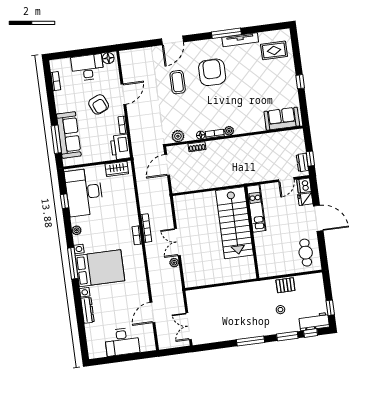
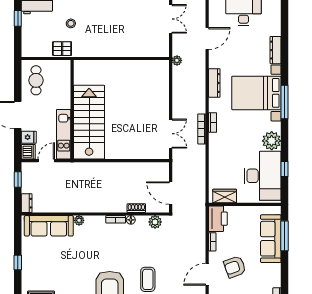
armchair: (99, 104) -> (235, 267), turned -87
sofa: (282, 119) -> (49, 226), width x1.36
plant: (229, 131) -> (79, 220), moved
dresser: (302, 163) -> (27, 203), moved
door: (167, 165) -> (171, 193), swing flipped
kitchen unit: (256, 208) -> (64, 134), moved
stairs: (235, 223) -> (89, 122), moved
plant: (77, 230) -> (272, 141), width x1.87, depth x1.87
wall: (252, 232) -> (72, 110), moved
double door: (177, 242) -> (171, 134), moved
plant: (174, 263) -> (177, 60), moved
dresser: (140, 272) -> (214, 83), added

